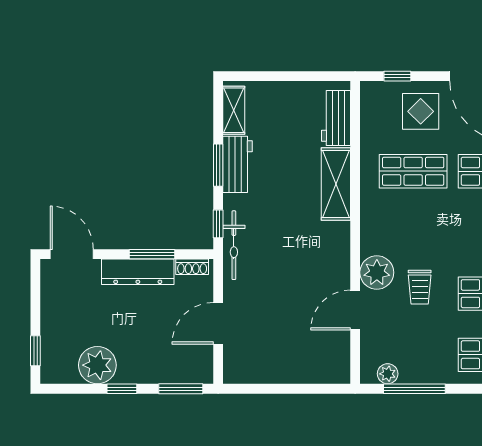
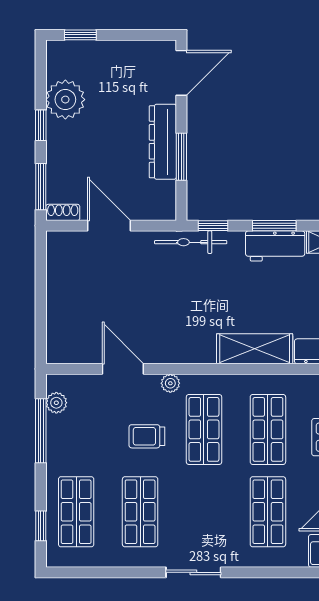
shop shelf: (413, 232) -> (204, 429), added
shoe rack: (192, 267) -> (63, 212), moved, turned 90
plant: (377, 272) -> (170, 383), width x0.53, depth x0.53

